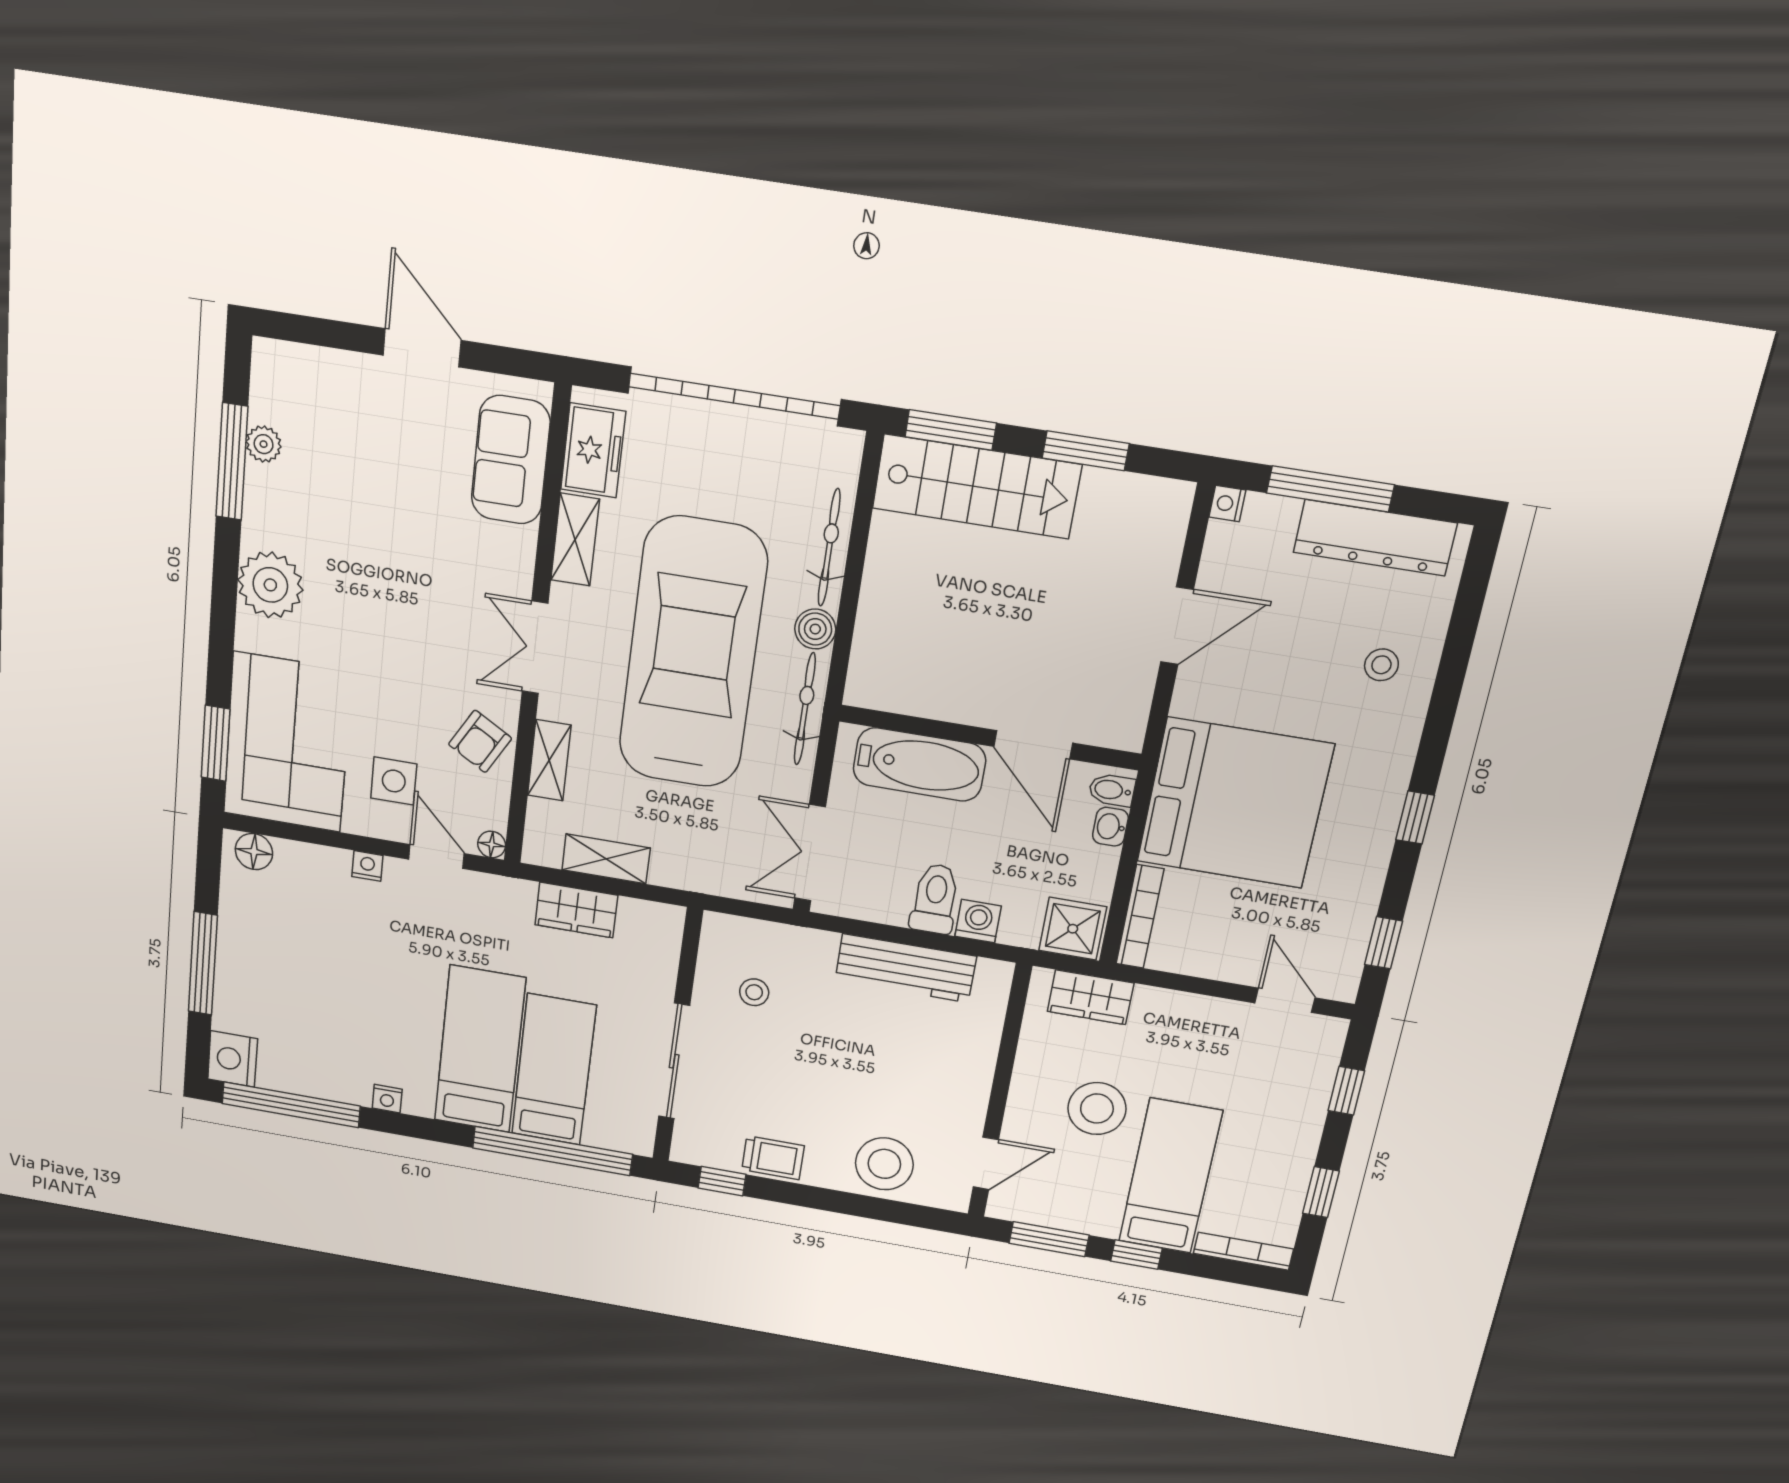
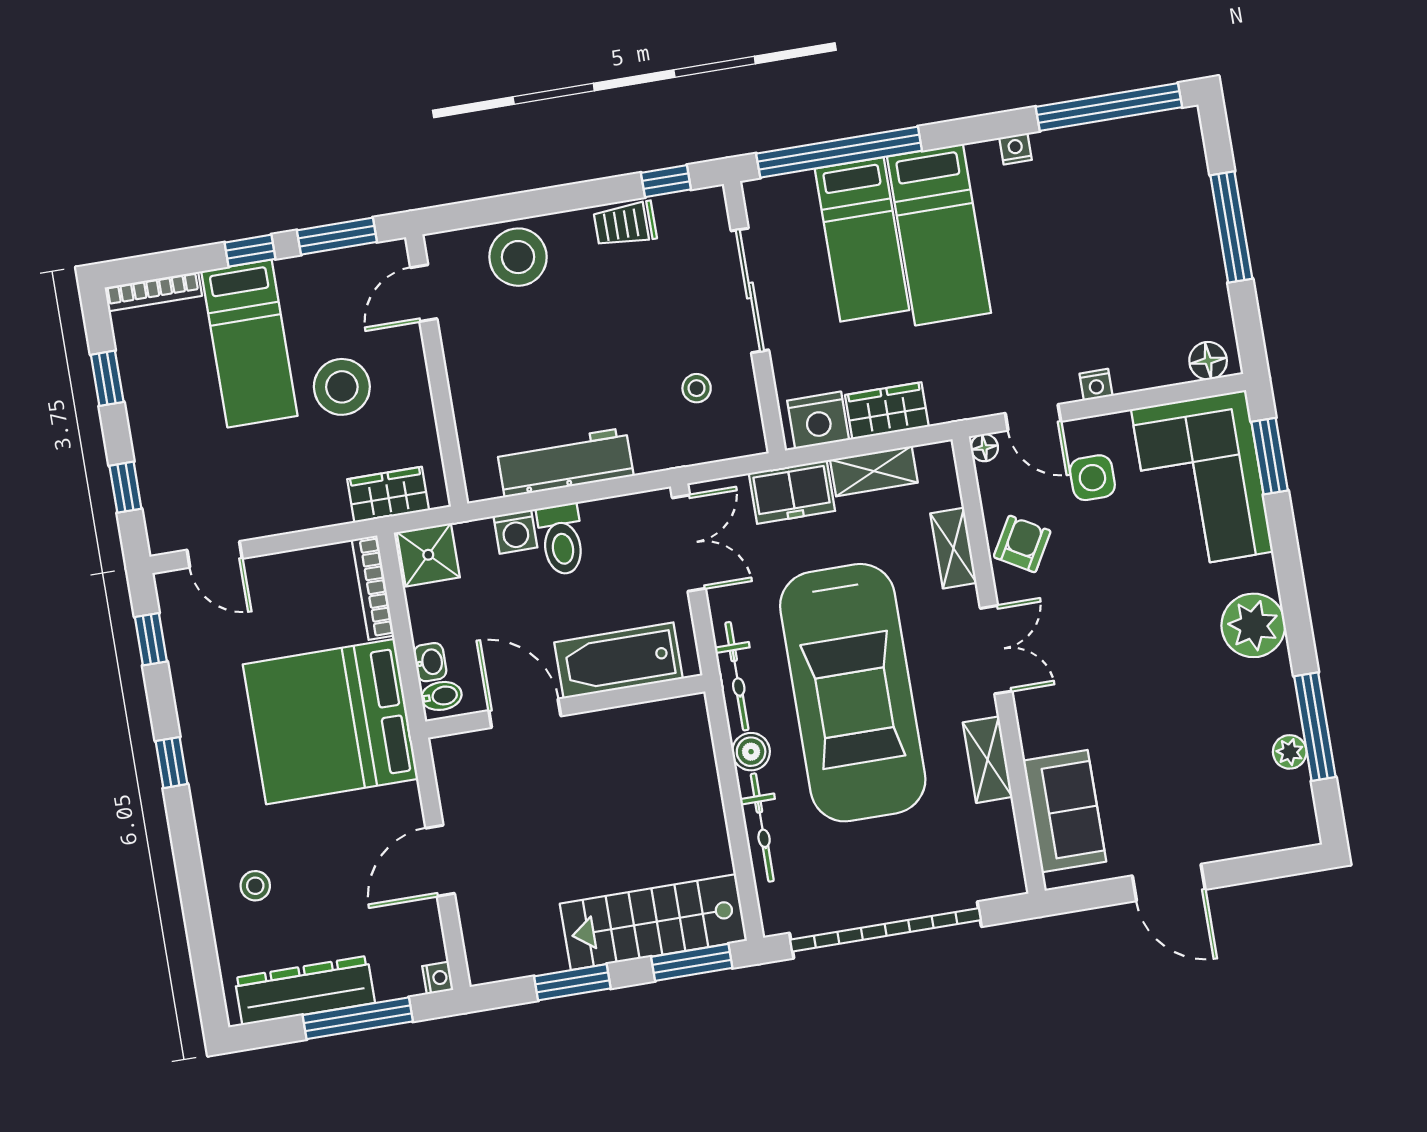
freezer: (593, 450) -> (792, 492), moved, turned -90
nightstand: (233, 1059) -> (818, 420), moved, turned 90

